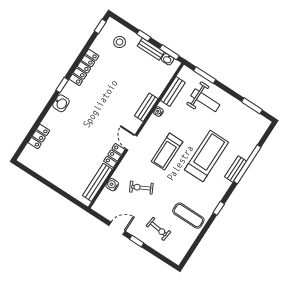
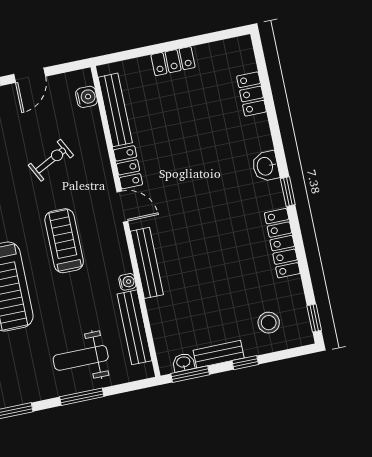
window: (205, 75) -> (82, 397), moved
bench: (173, 91) -> (134, 327), width x1.36
bench: (146, 107) -> (147, 263), width x1.36
locker: (56, 179) -> (173, 61), added
water cooler: (112, 185) -> (87, 97), moved

